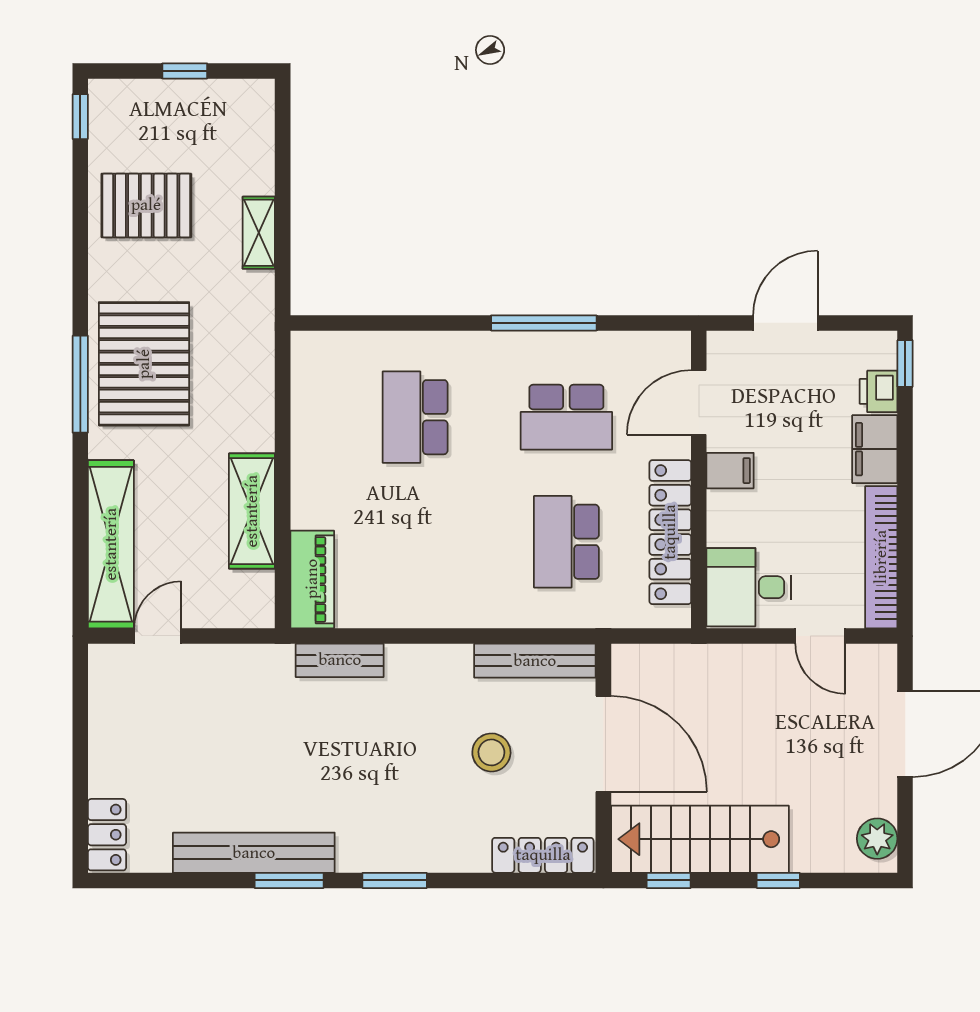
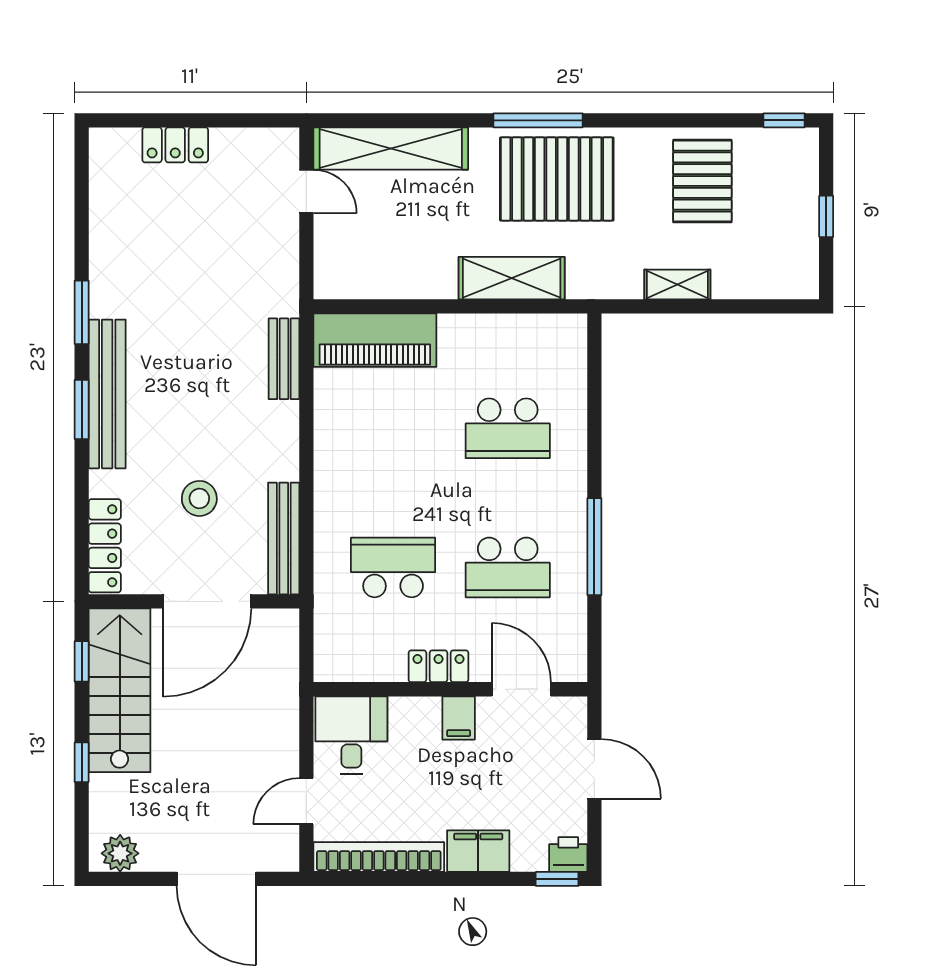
printer: (879, 391) -> (568, 855), moved
school desk: (415, 417) -> (508, 428), turned 180
school desk: (566, 417) -> (508, 567), turned -90
shelving: (252, 511) -> (512, 278), moved
locker: (670, 532) -> (438, 666), width x0.46, depth x0.83
piano: (312, 579) -> (375, 340), width x1.37, depth x1.33
locker: (107, 835) -> (175, 145), moved
bench: (254, 853) -> (107, 394), moved

